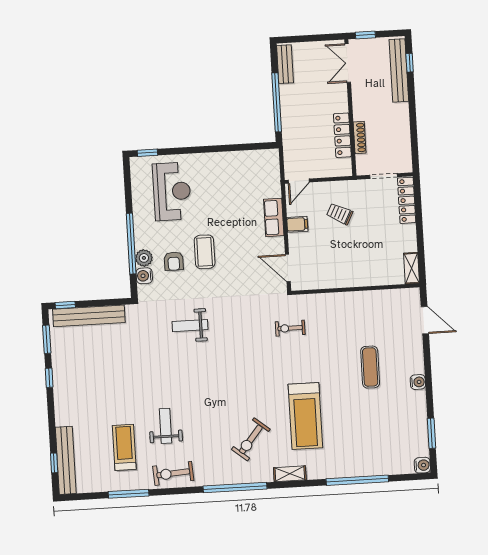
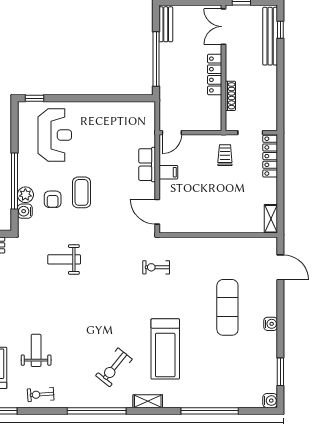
locker: (342, 135) -> (215, 75), moved
trolley: (340, 214) -> (225, 155), moved, turned 63
exercise mat: (370, 367) -> (227, 307), width x1.36, depth x1.45
exercise bike: (173, 473) -> (41, 394), width x0.73, depth x0.72

